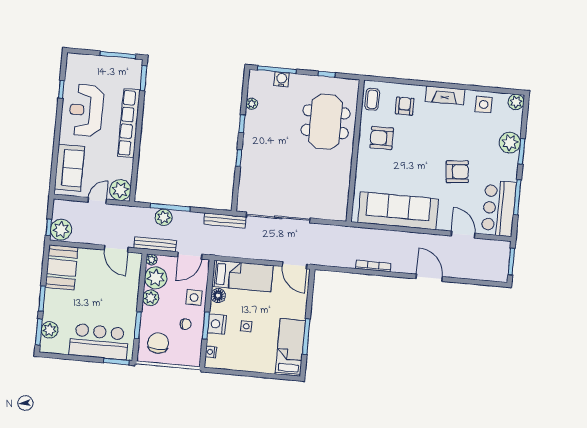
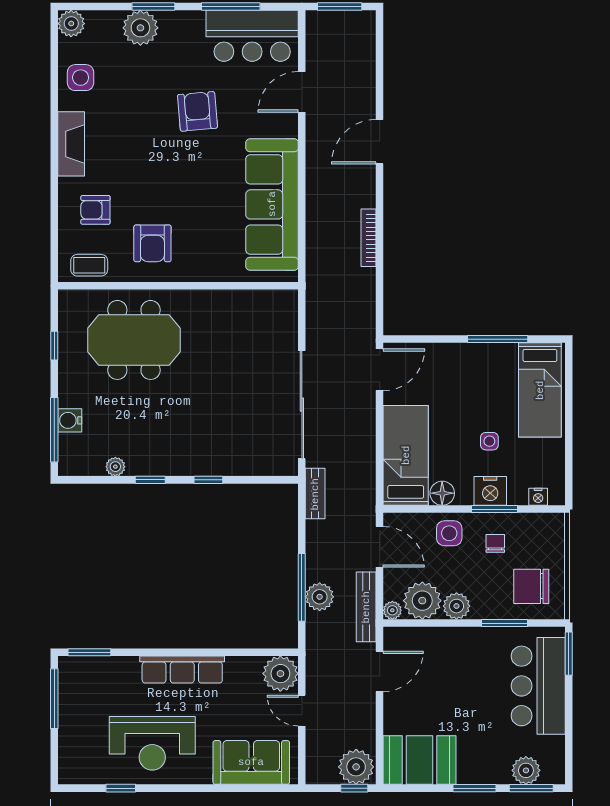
row of seats: (129, 123) -> (182, 670), width x0.73
bench: (225, 220) -> (315, 494), width x0.73
bed: (290, 347) -> (540, 390), moved, turned -90

